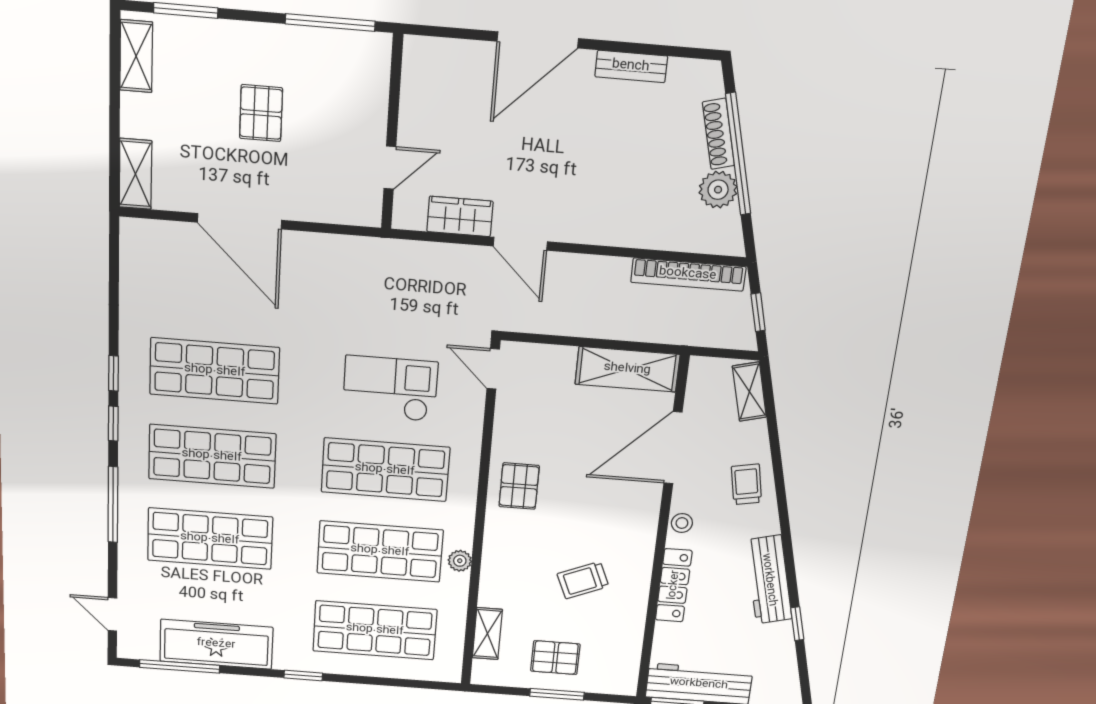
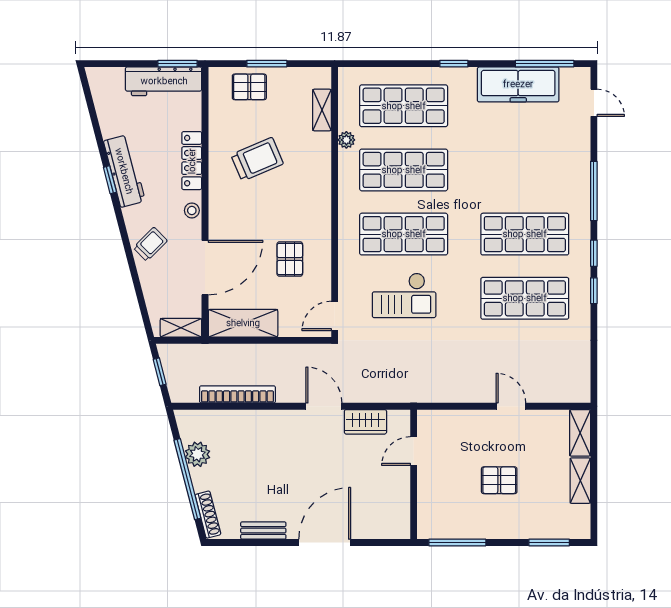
shelving: (136, 56) -> (580, 481), moved
pallet: (261, 113) -> (499, 480), turned 90
shoe rack: (718, 134) -> (208, 515), moved
door: (240, 221) -> (511, 406), width x0.53
bookcase: (688, 274) -> (237, 394), moved
door: (493, 369) -> (335, 316), swing flipped
shelving: (749, 392) -> (181, 328), moved, turned -75
trolley: (746, 484) -> (150, 244), turned -124
pallet: (519, 486) -> (290, 259), moved
shop shelf: (210, 539) -> (525, 170), removed
plant: (460, 561) -> (346, 140), moved
trolley: (583, 580) -> (257, 159), width x1.36, depth x1.39
window: (797, 624) -> (110, 180), moved
pallet: (555, 658) -> (249, 87), moved

